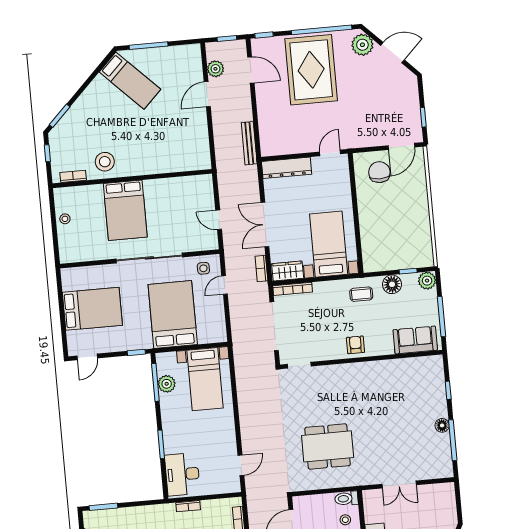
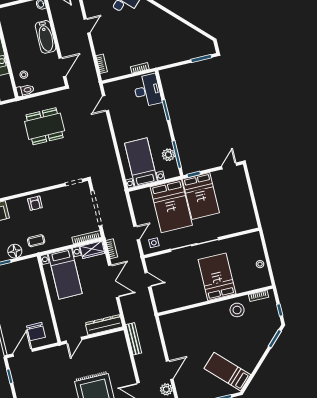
bed: (92, 309) -> (201, 196), moved, turned -90

